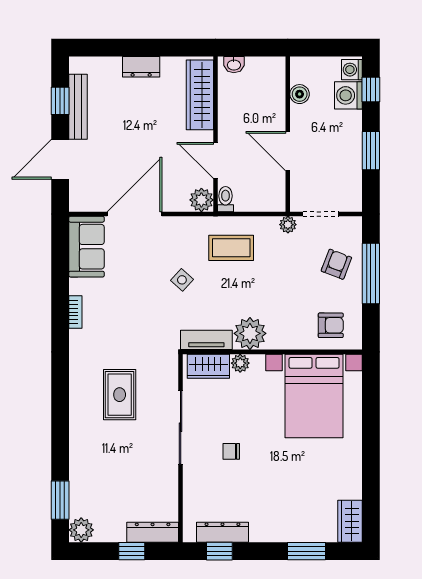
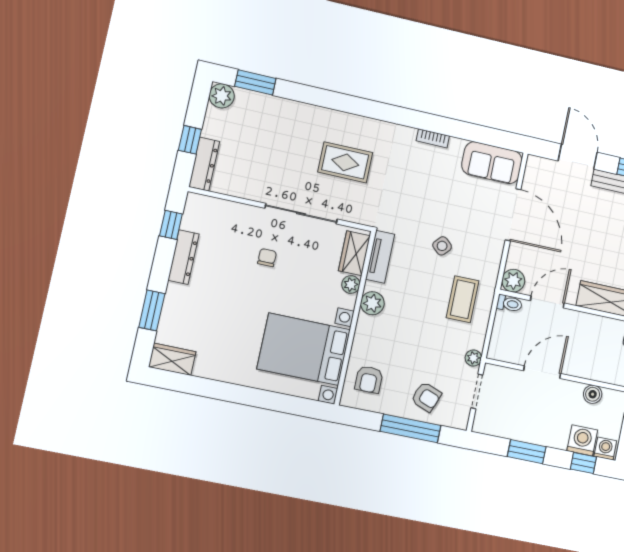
plant: (250, 333) -> (372, 303), width x0.73, depth x0.73
dresser: (222, 532) -> (184, 257), moved

